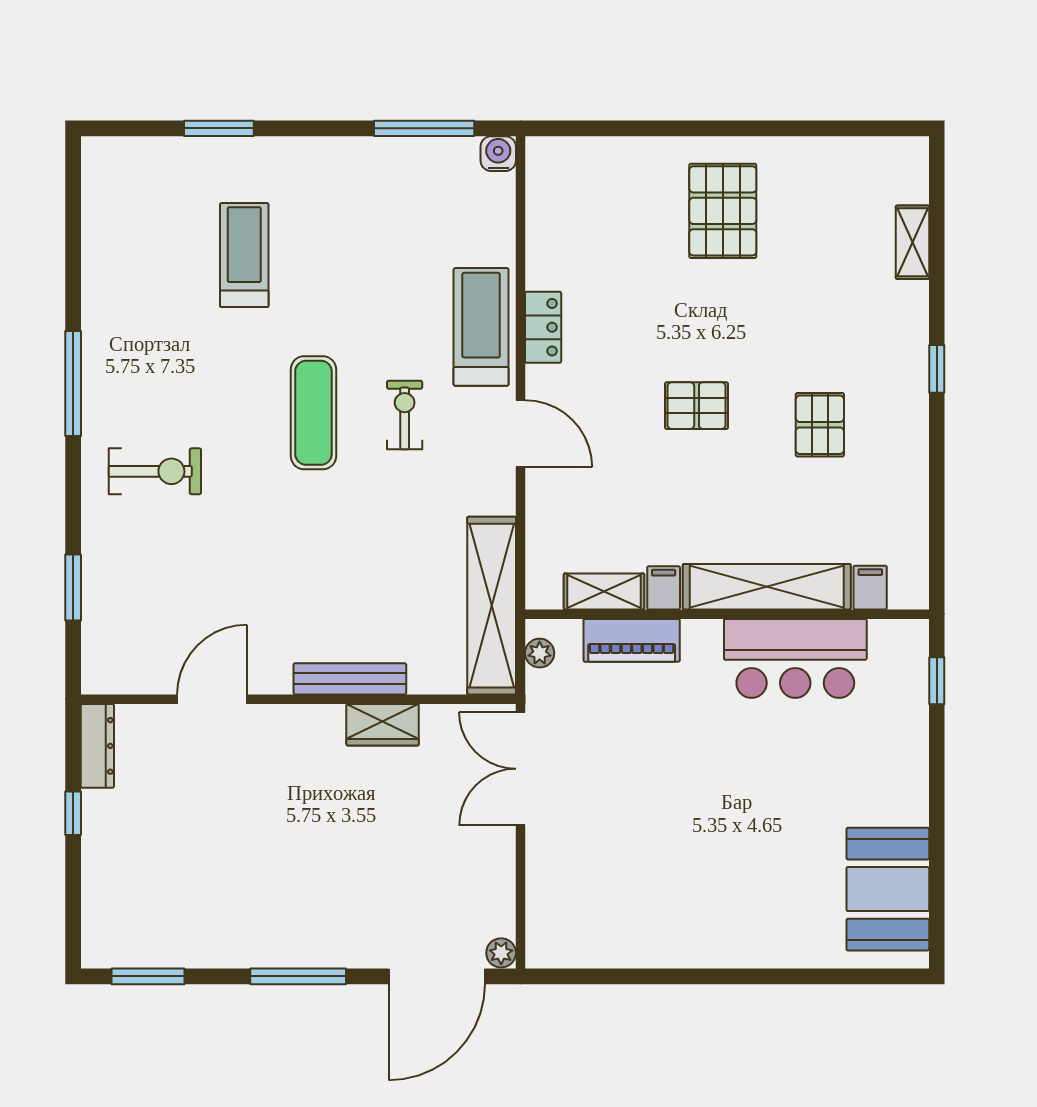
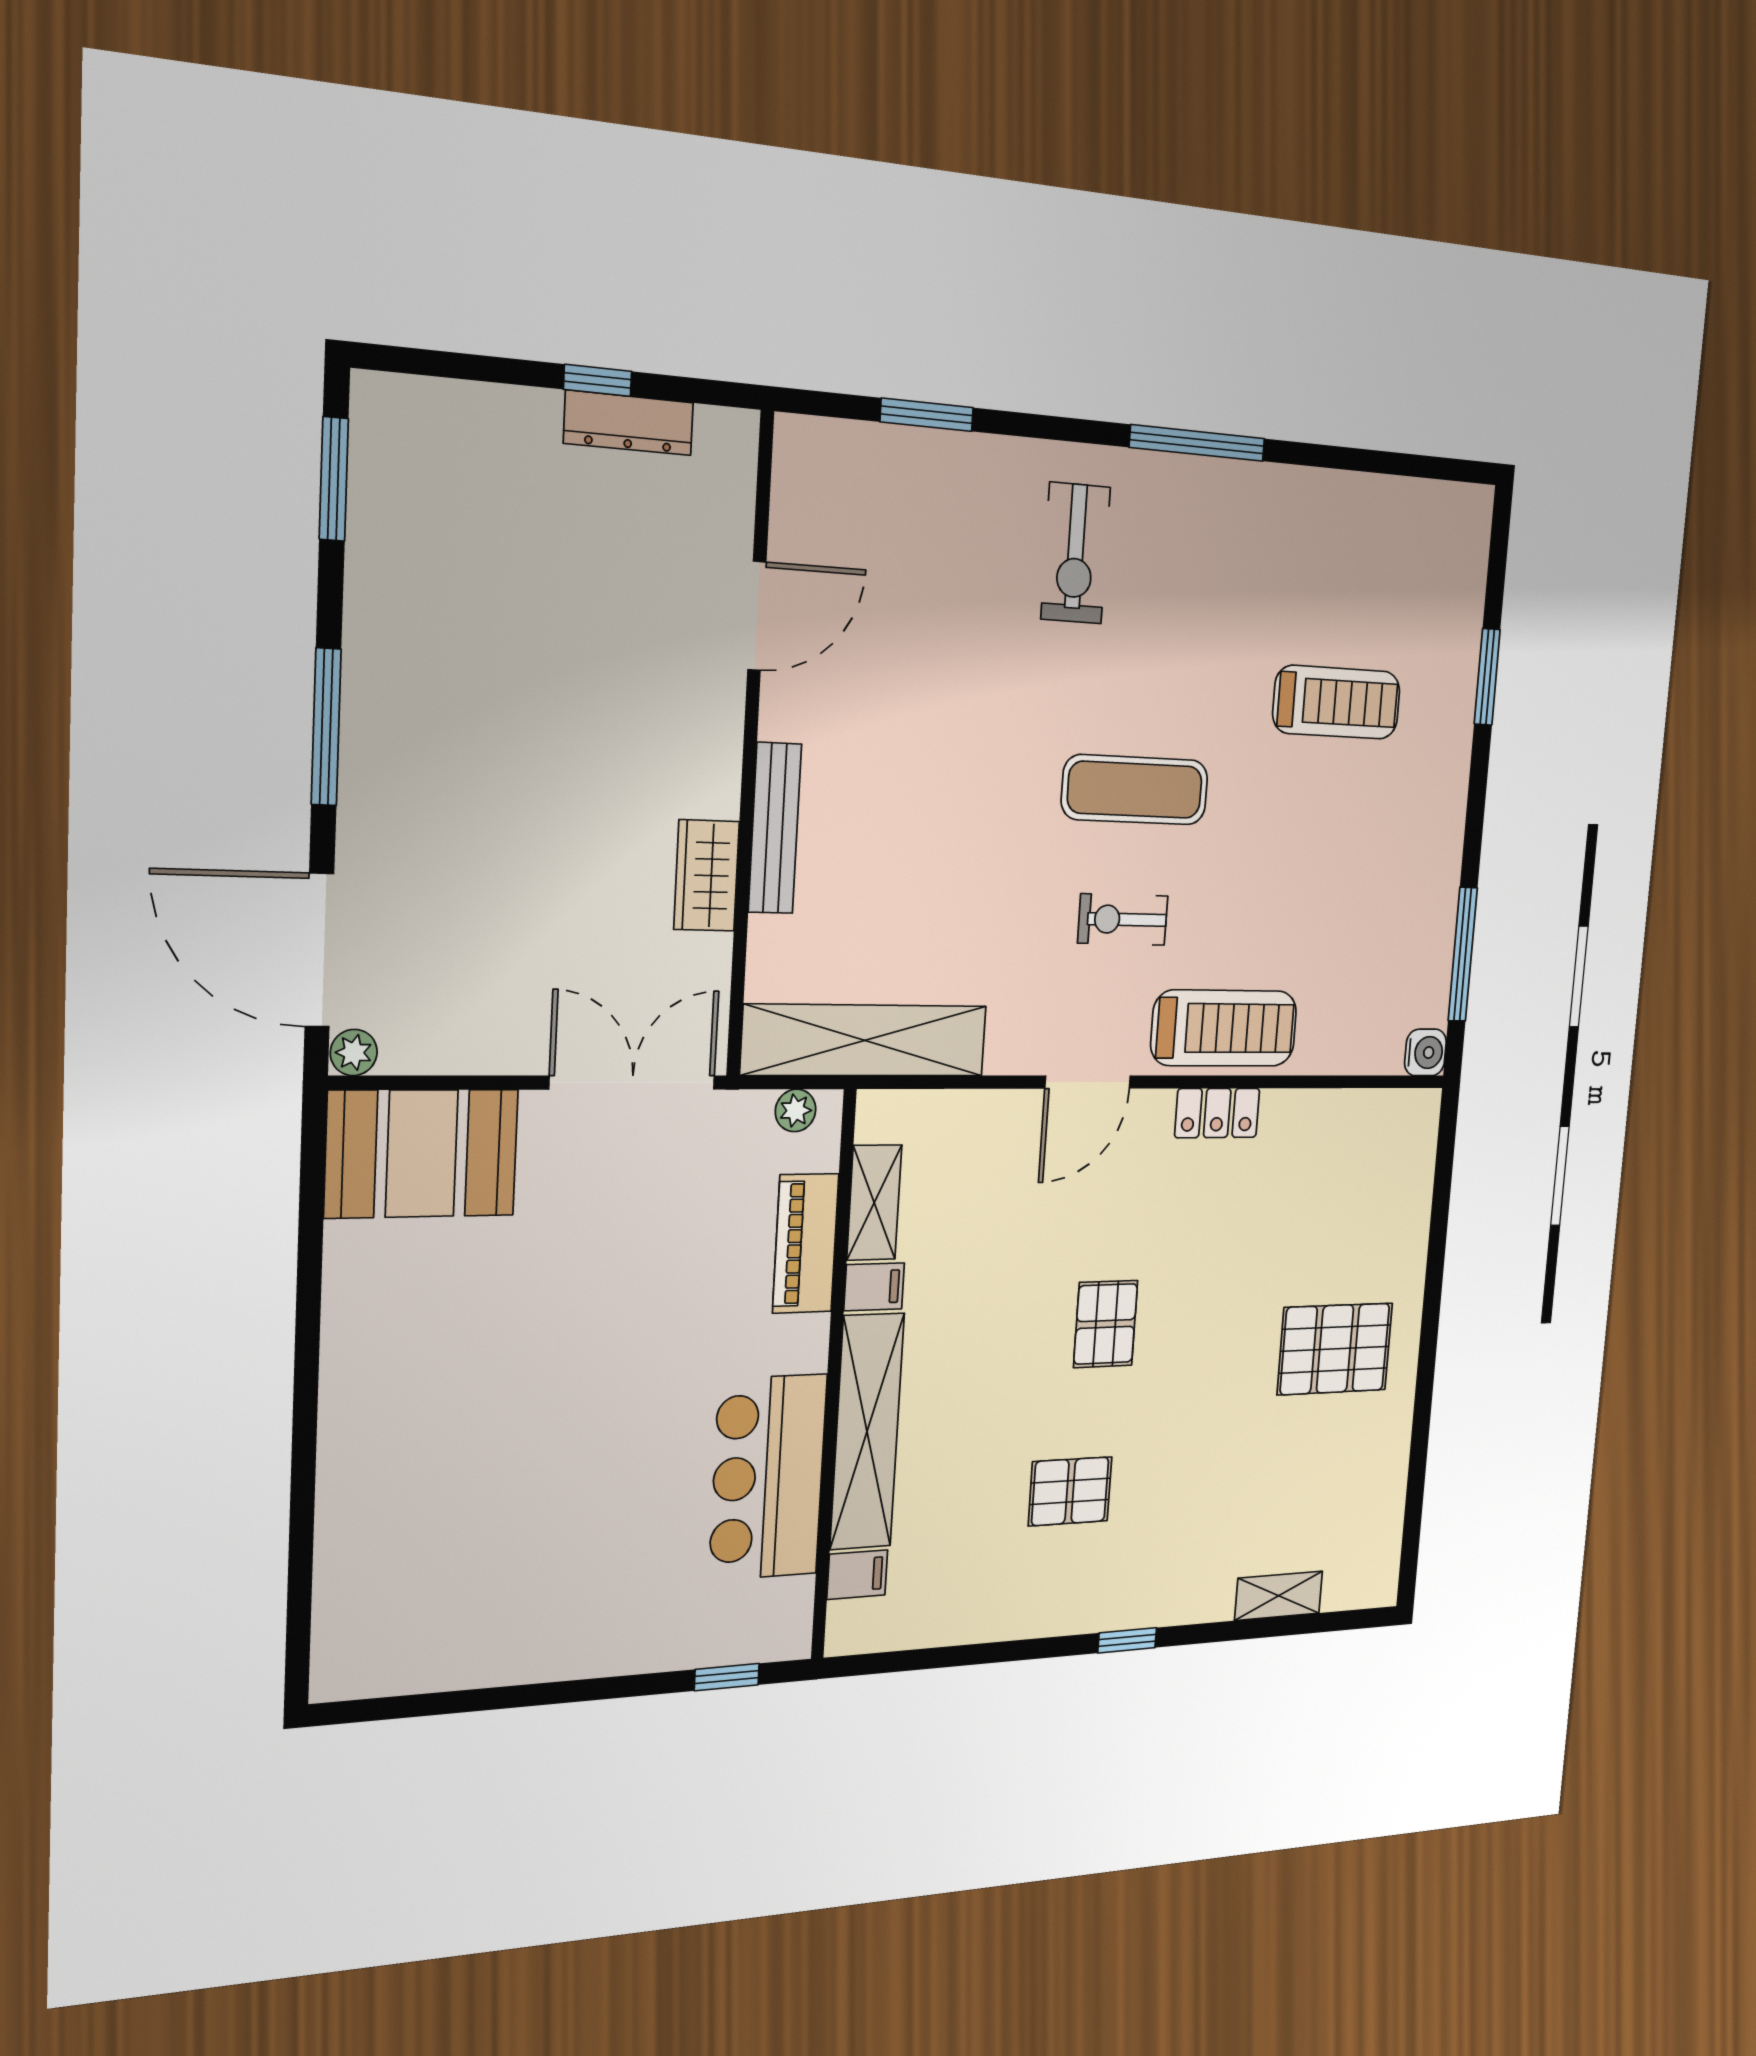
exercise bike: (405, 415) -> (1123, 919), turned 180
door: (212, 699) -> (757, 616), hinge flipped
dresser: (97, 746) -> (629, 423), moved
booth: (888, 889) -> (422, 1154), moved

